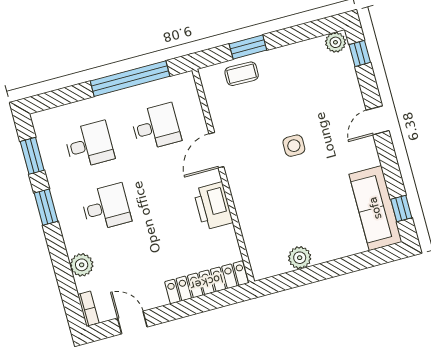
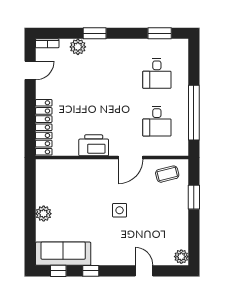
window: (360, 53) -> (91, 271), moved
coffee table: (242, 74) -> (167, 174), moved, turned 75
door: (378, 120) -> (144, 271), moved
door: (216, 150) -> (130, 158), swing flipped
window: (46, 207) -> (95, 33), moved
desk: (106, 207) -> (112, 73), removed
plant: (300, 258) -> (44, 214), moved

